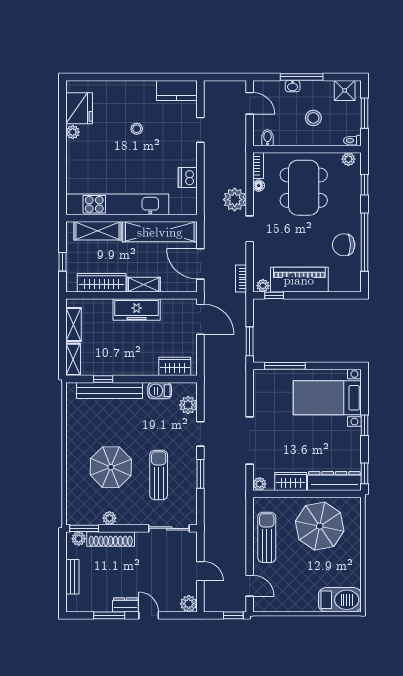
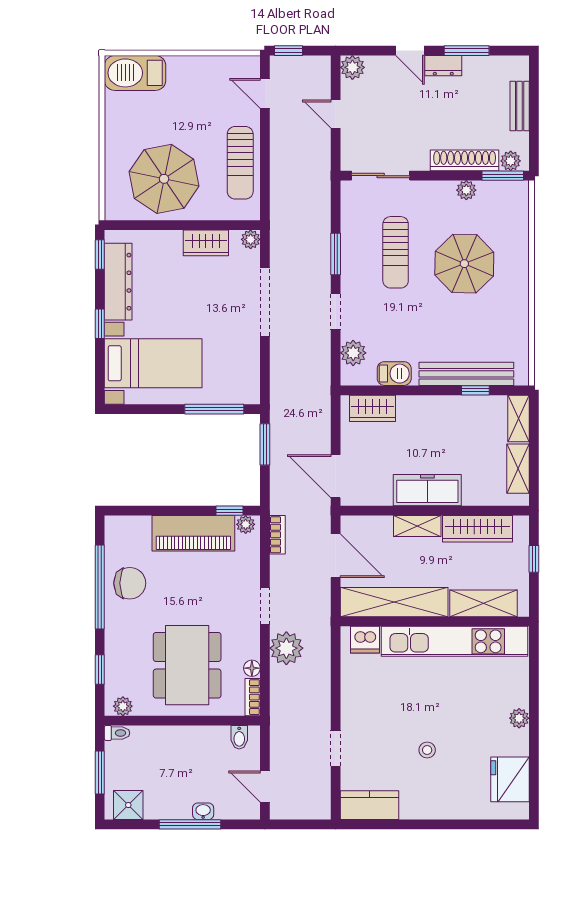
stool: (313, 118) -> (173, 766), removed
plant: (73, 132) -> (519, 718), moved
dishwasher: (188, 178) -> (365, 640), moved, turned 90
dresser: (334, 481) -> (118, 282), moved, turned -90

